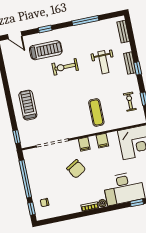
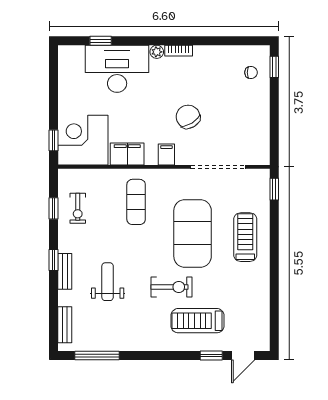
window: (85, 21) -> (97, 355), moved
window: (45, 29) -> (211, 355), moved
door: (15, 35) -> (243, 355), swing flipped
exercise mat: (59, 101) -> (193, 233), added
treadmill: (28, 105) -> (245, 237), turned 180
filing cabinet: (102, 141) -> (127, 154), width x2.00
window: (25, 179) -> (274, 118), removed

